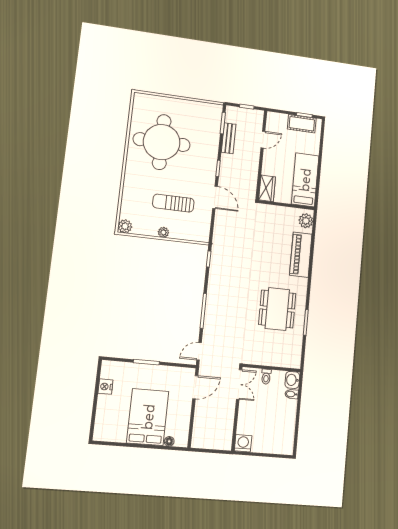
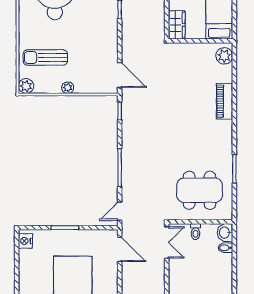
door: (215, 197) -> (120, 75), moved
sun lounger: (173, 203) -> (45, 57), moved
piano: (301, 255) -> (225, 101), width x0.73, depth x0.75
dining table: (277, 309) -> (200, 190), moved, turned 90
nightstand: (105, 387) -> (25, 241), moved
door: (195, 387) -> (120, 249), hinge flipped

